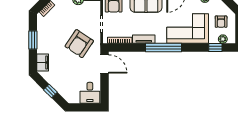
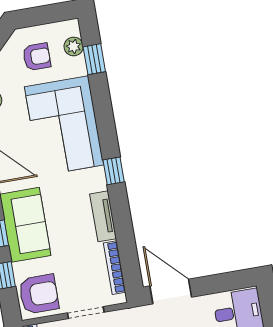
window: (164, 47) -> (114, 171), width x0.32
door: (105, 64) -> (171, 292), hinge flipped

